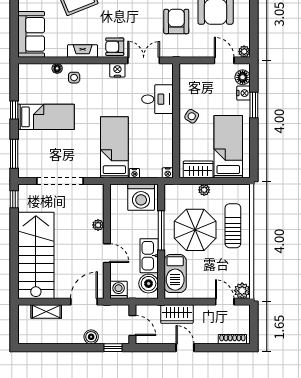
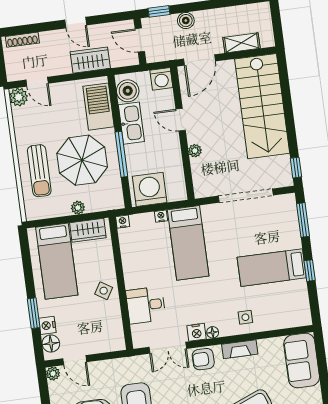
armchair: (115, 47) -> (203, 359), turned 180
floor lamp: (57, 68) -> (213, 332), moved

